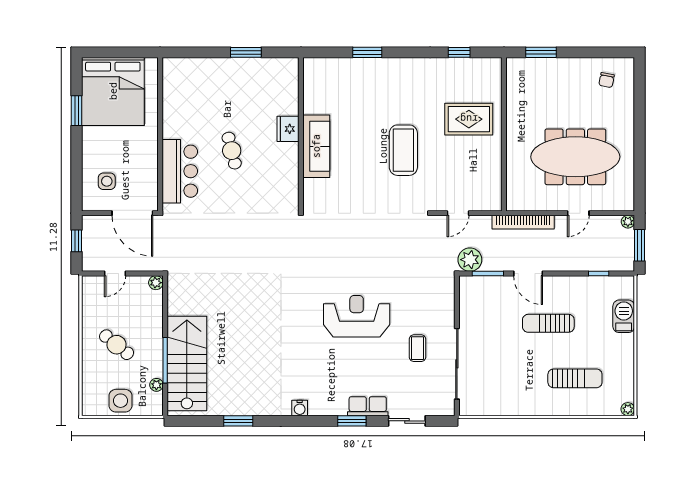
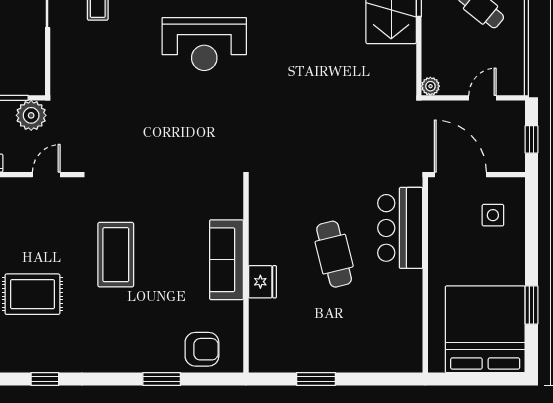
armchair: (336, 76) -> (202, 349), added
cafe table: (232, 151) -> (334, 254), width x1.37, depth x1.35
reception desk: (357, 316) -> (204, 44), moved

